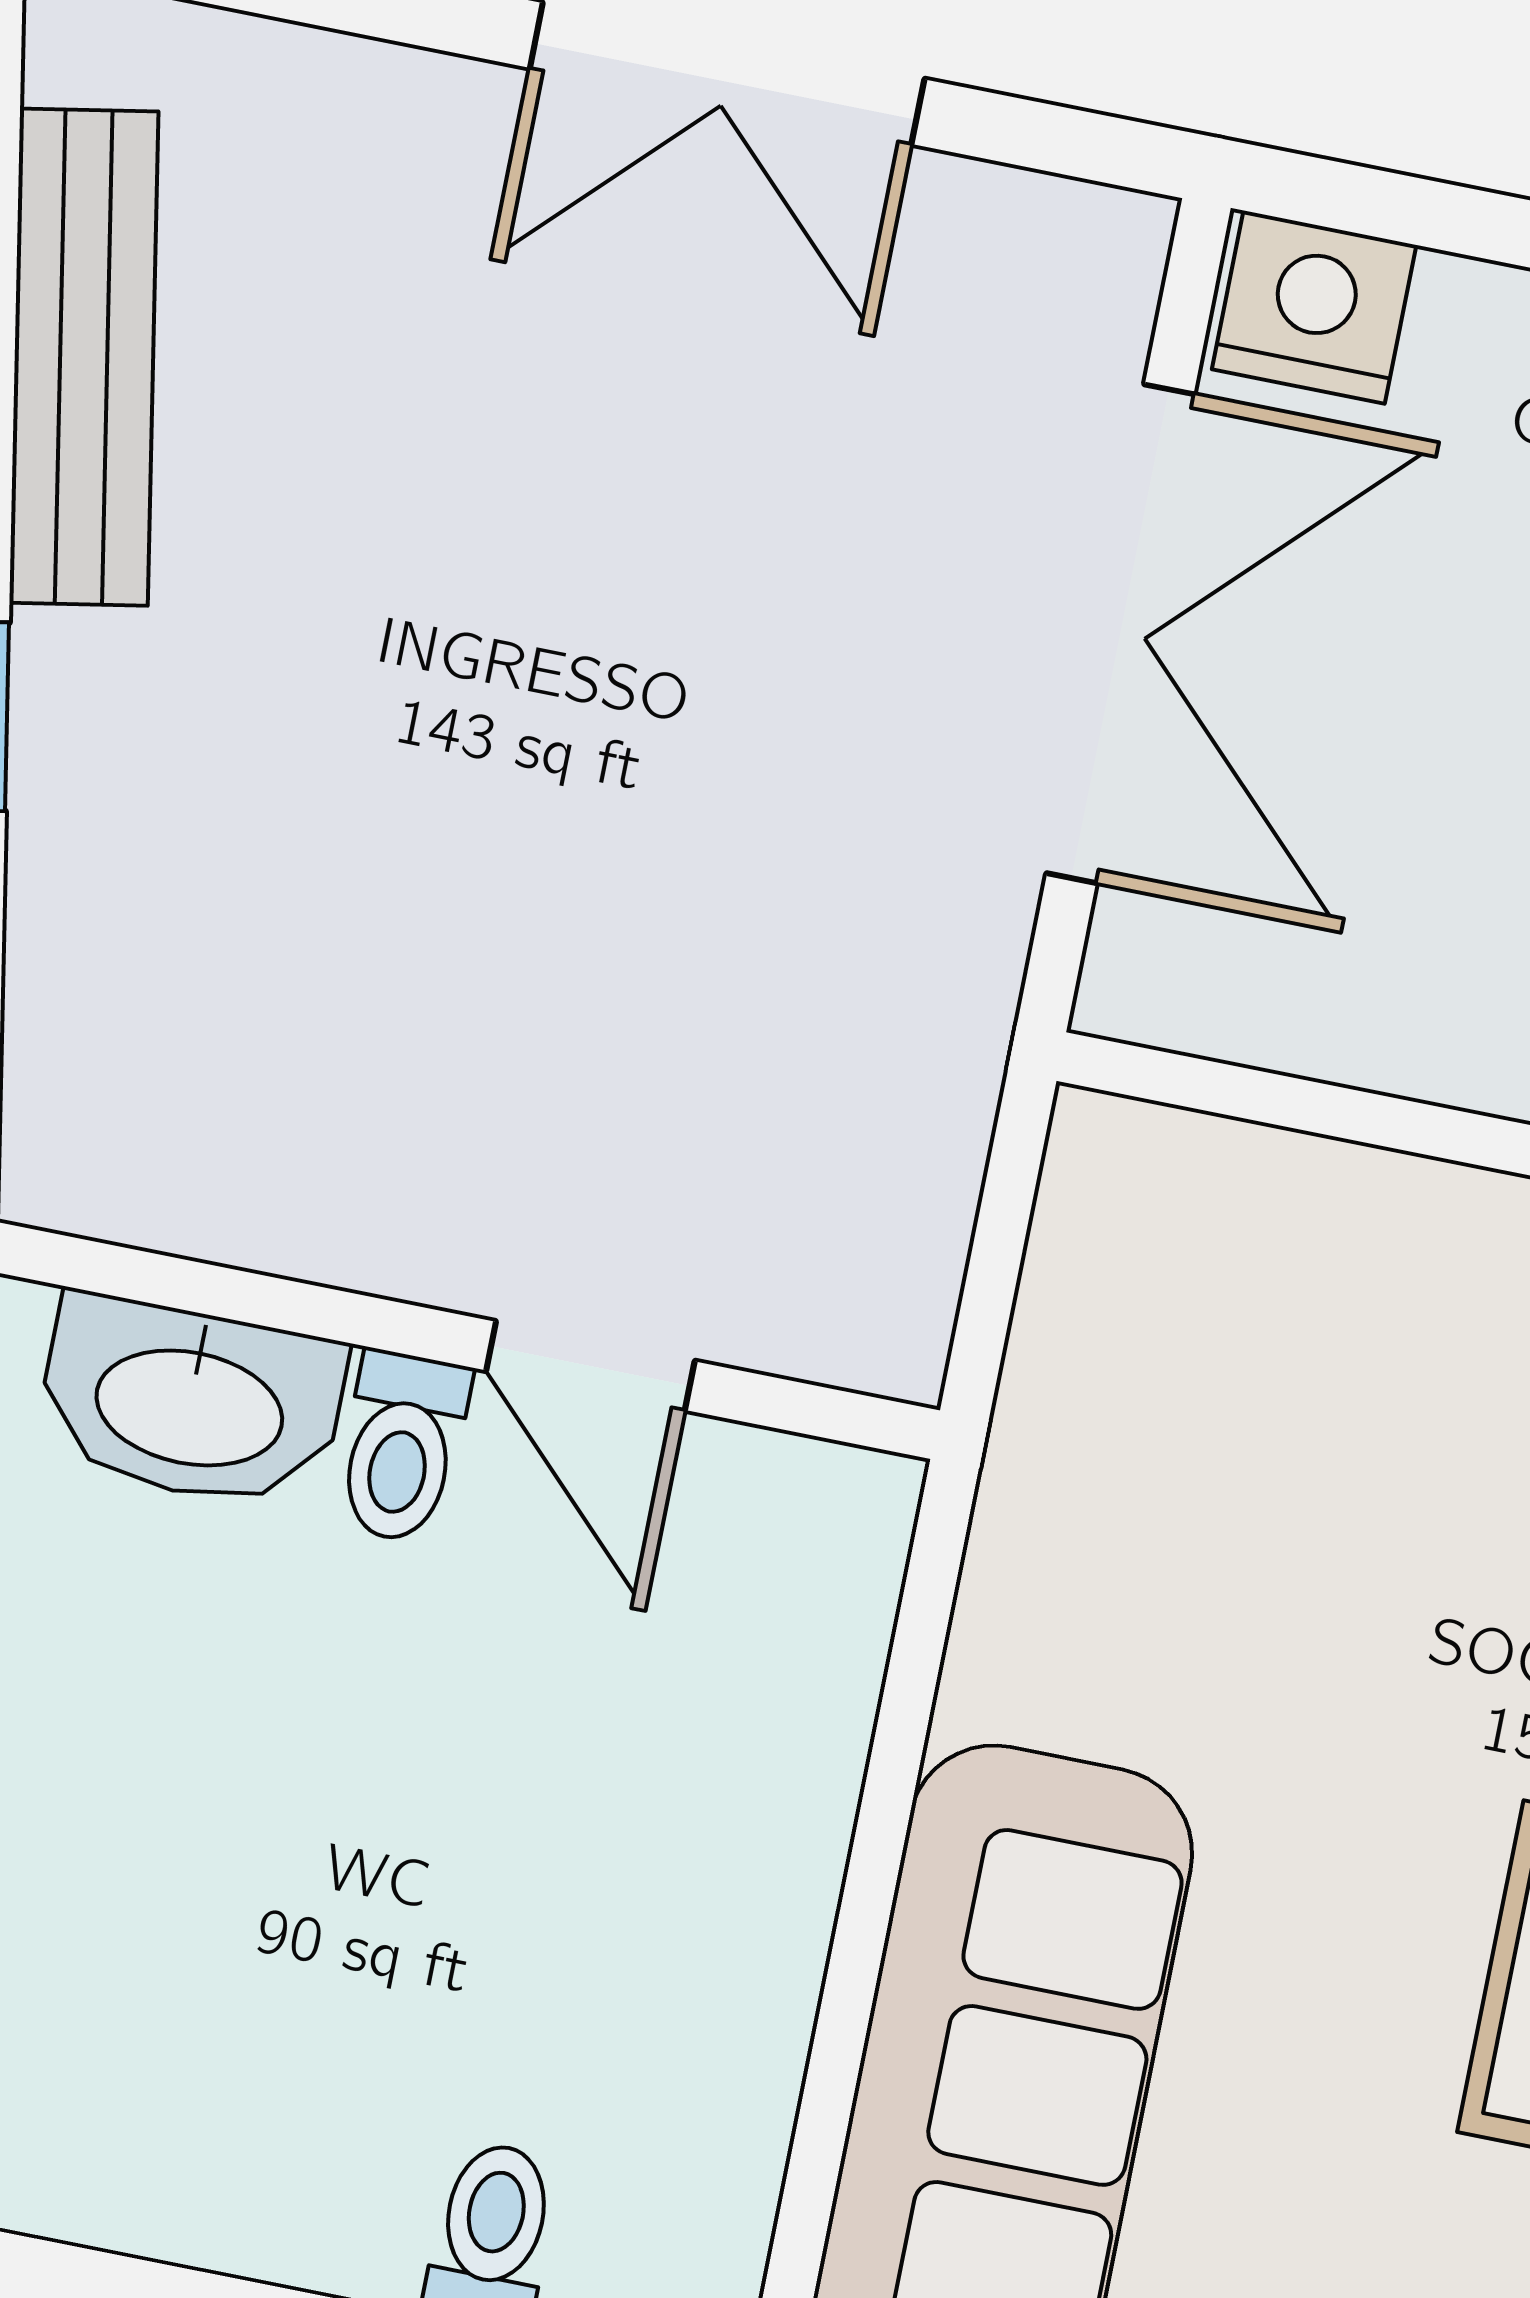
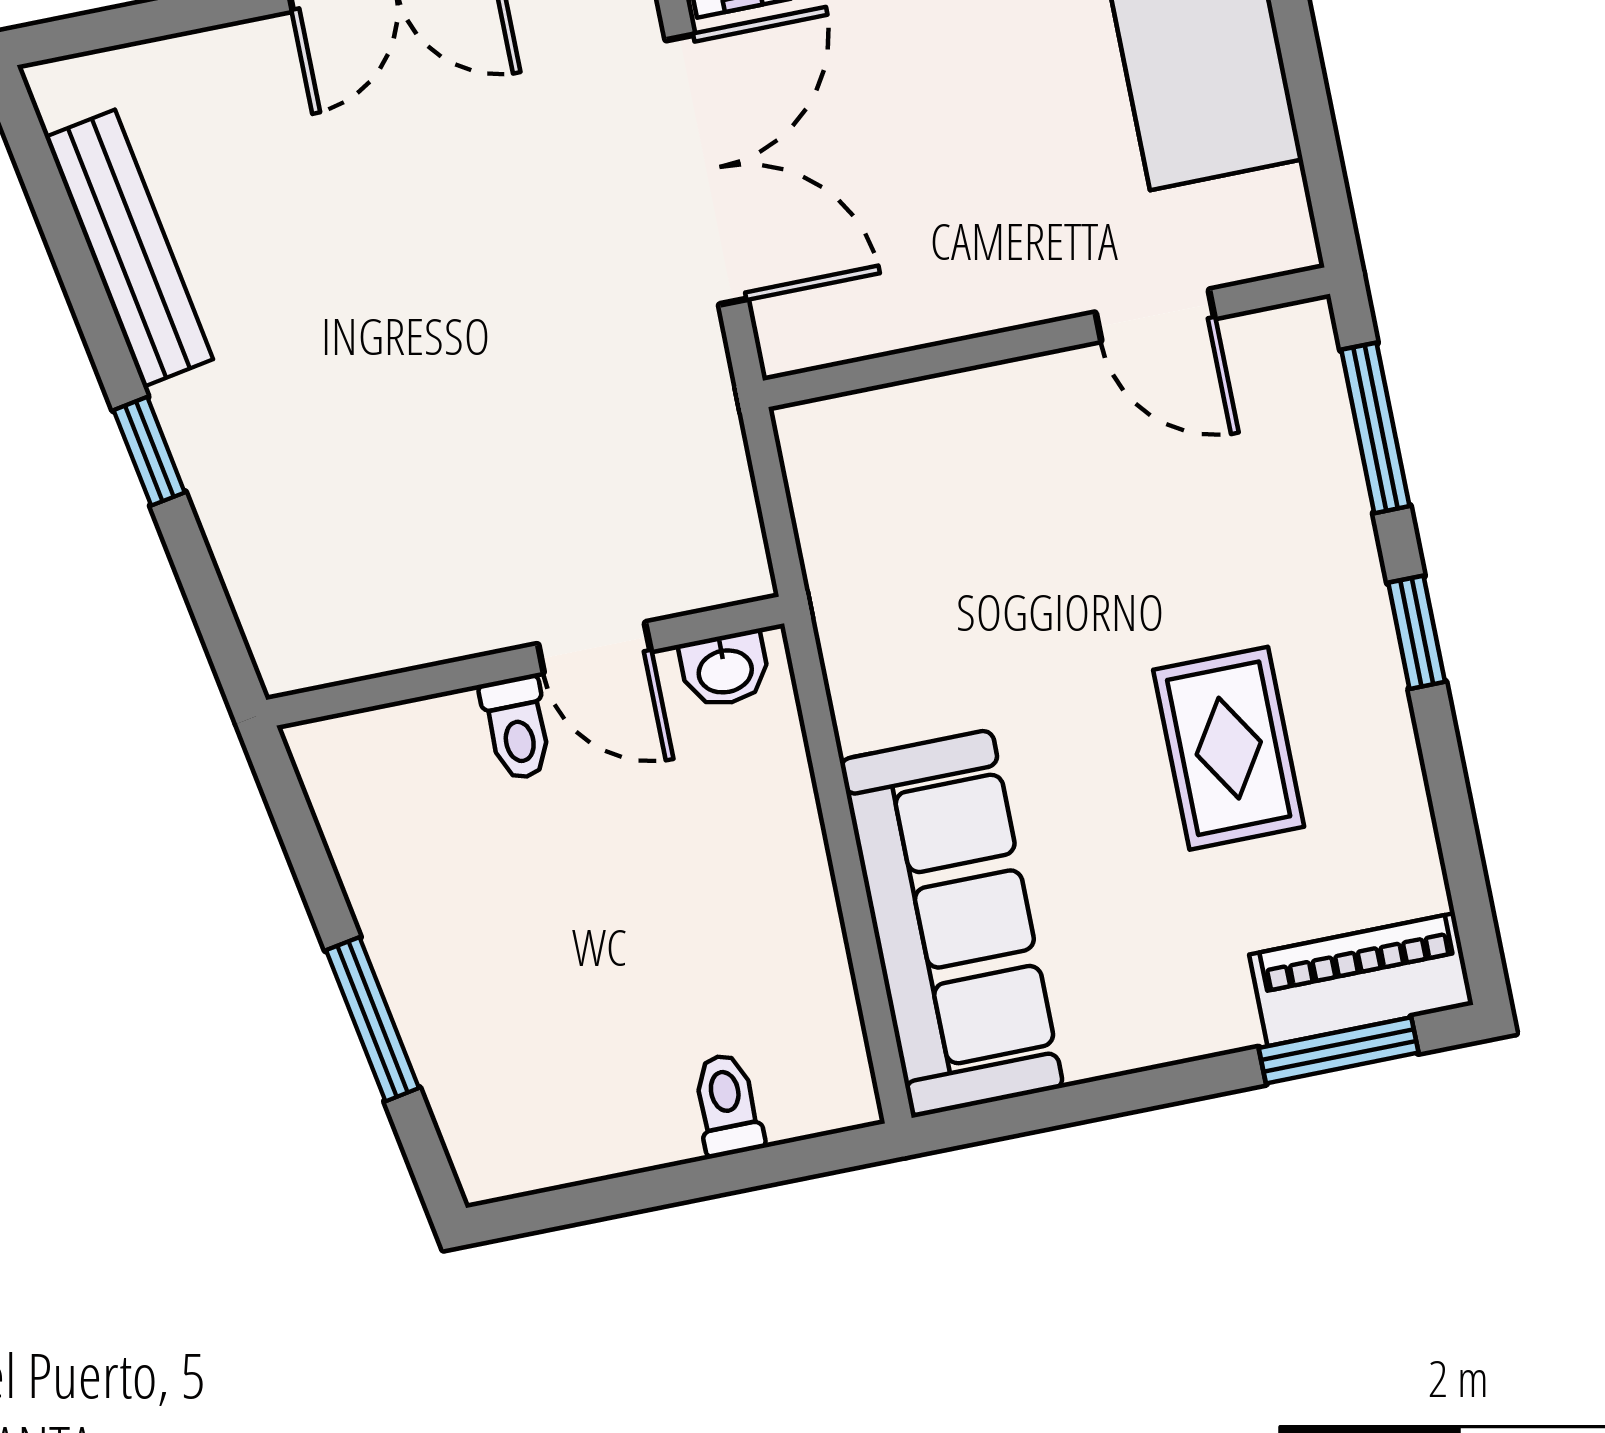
washbasin: (190, 1403) -> (725, 669), moved, width x0.52, depth x0.69

